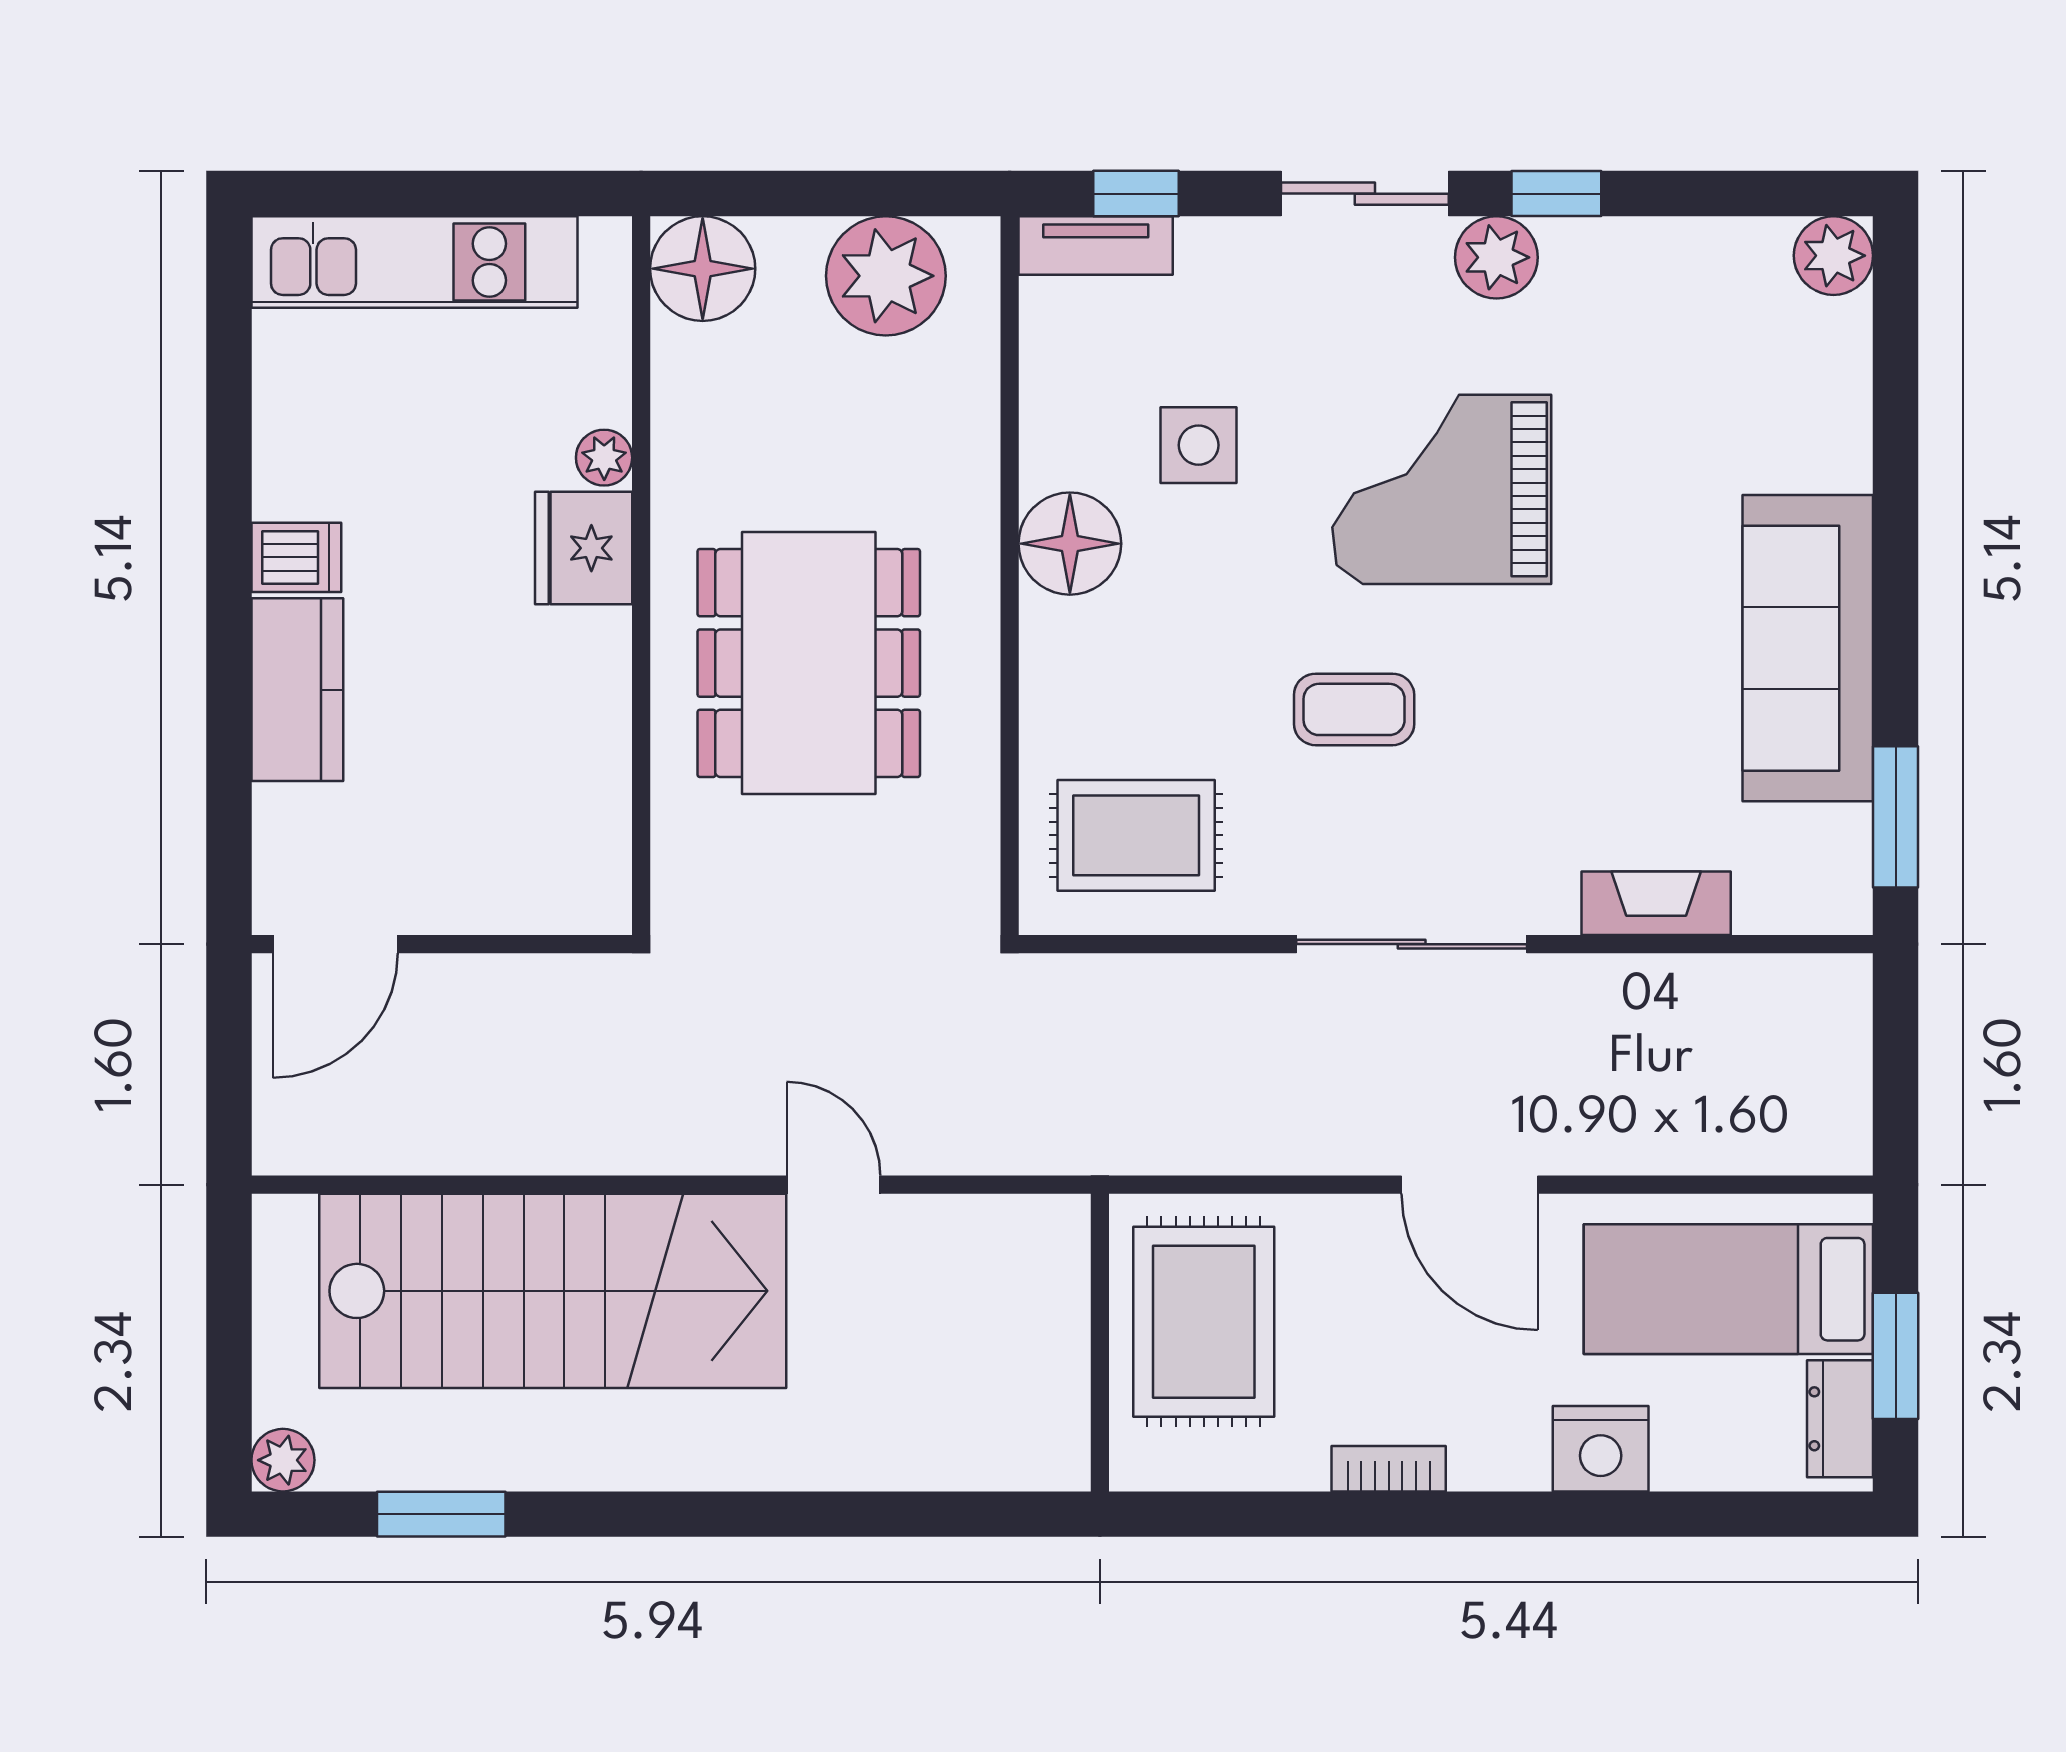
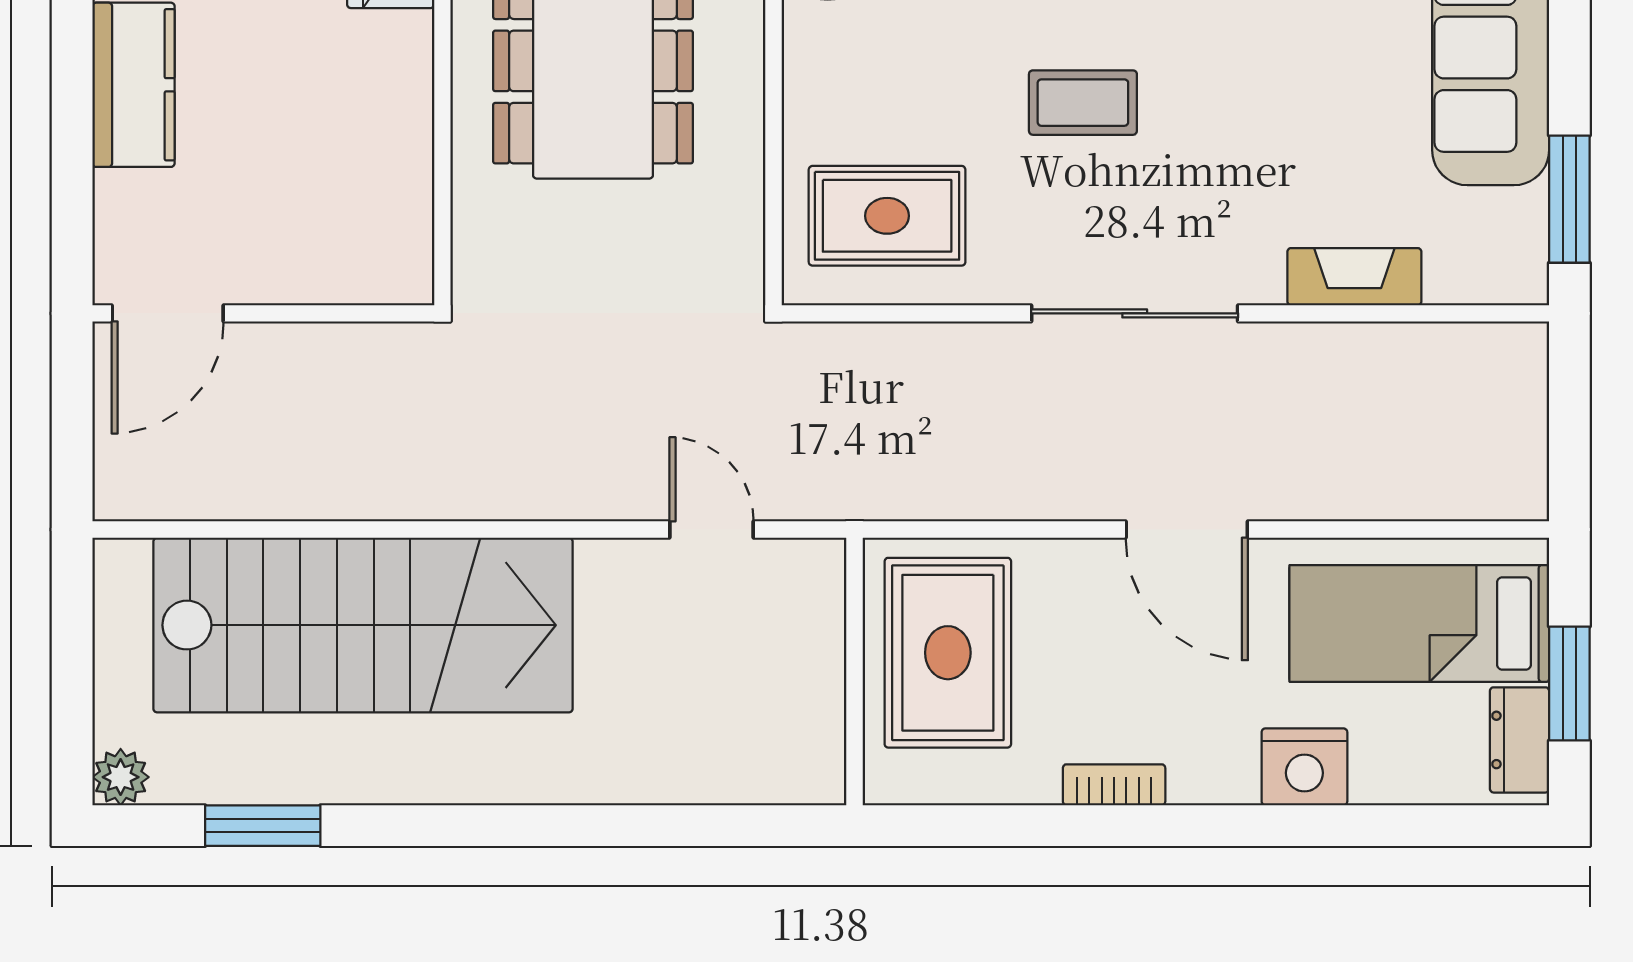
door: (834, 1185) -> (712, 530), moved

